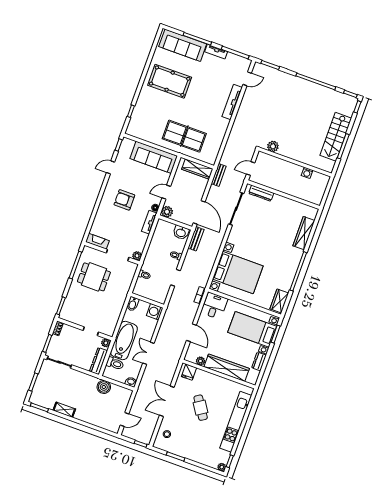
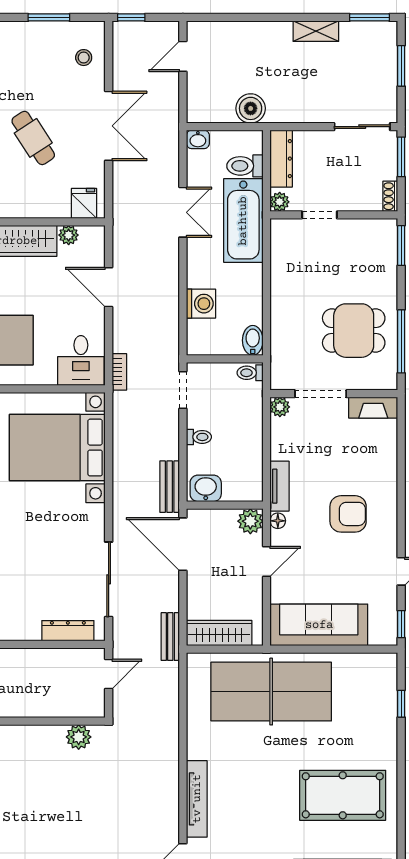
table tennis table: (184, 136) -> (271, 692), width x1.36, depth x1.32
wall: (147, 300) -> (225, 359), moved
bidet: (133, 304) -> (253, 340), moved

